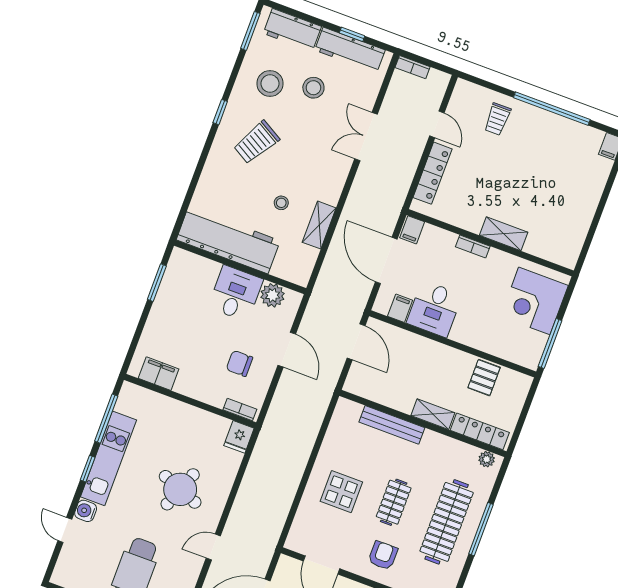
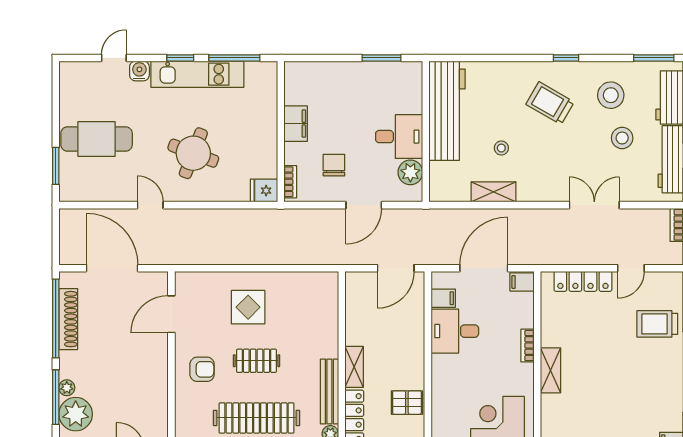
trolley: (497, 119) -> (657, 324), width x1.36, depth x1.39
filing cabinet: (159, 374) -> (296, 124), moved
bench: (392, 425) -> (329, 392), moved

